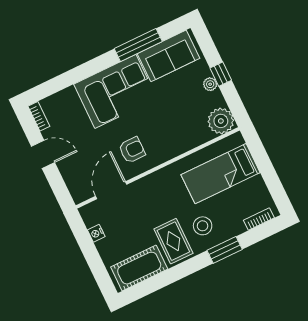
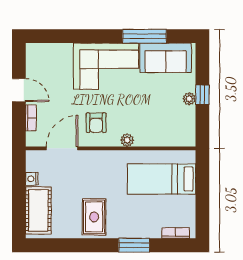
bookcase: (39, 116) -> (31, 118), moved
plant: (221, 121) -> (127, 140), moved, width x0.53, depth x0.53
armchair: (132, 150) -> (96, 123), turned 90
stool: (203, 226) -> (125, 216), removed
cot: (139, 268) -> (38, 210), moved, turned 90

